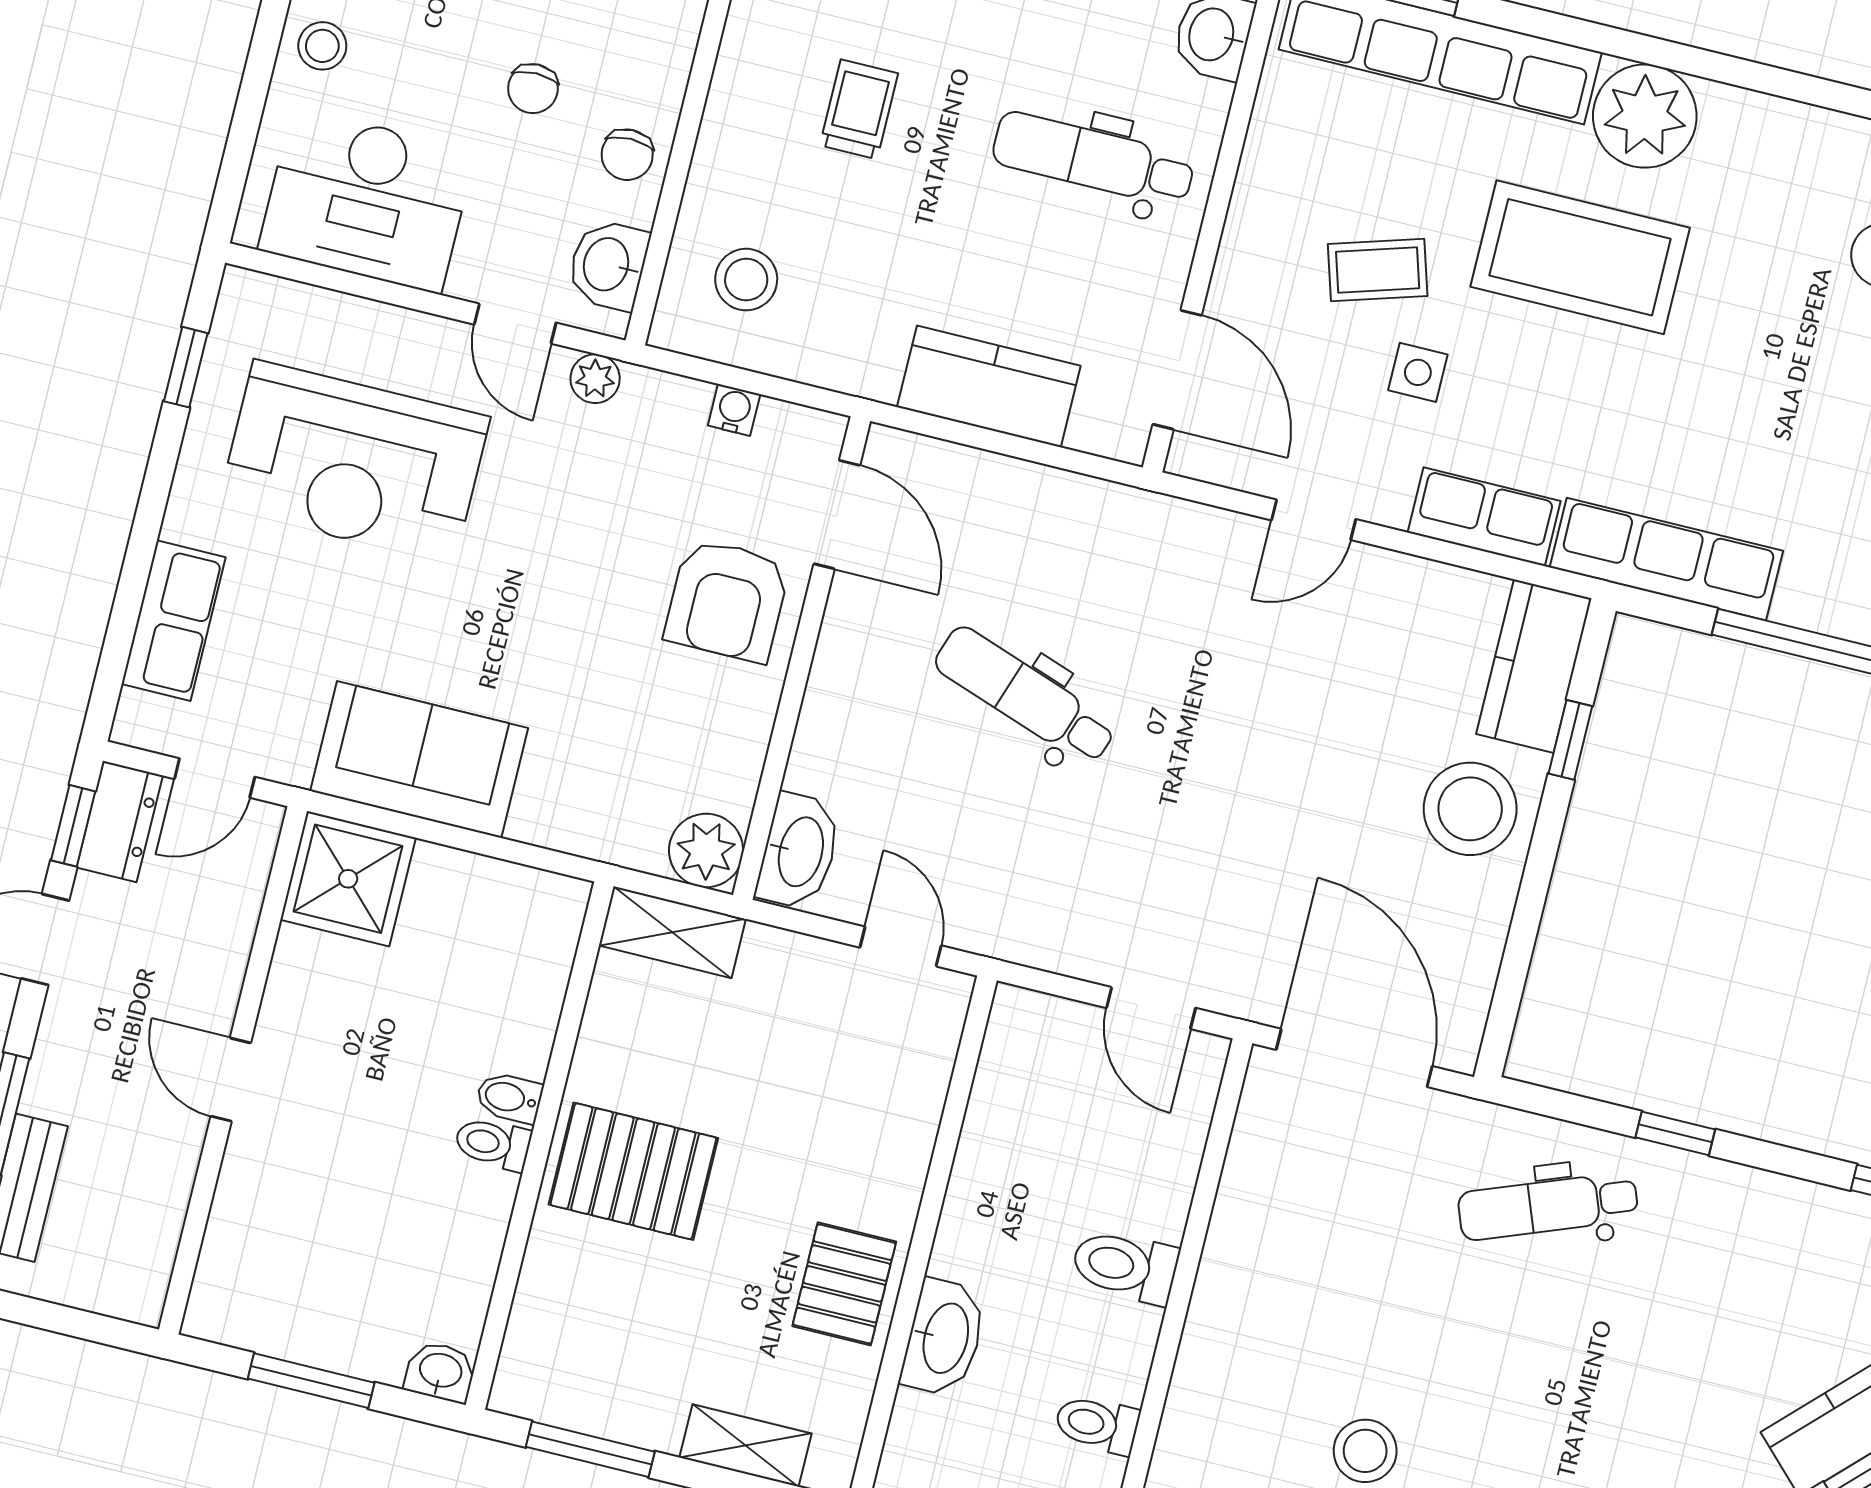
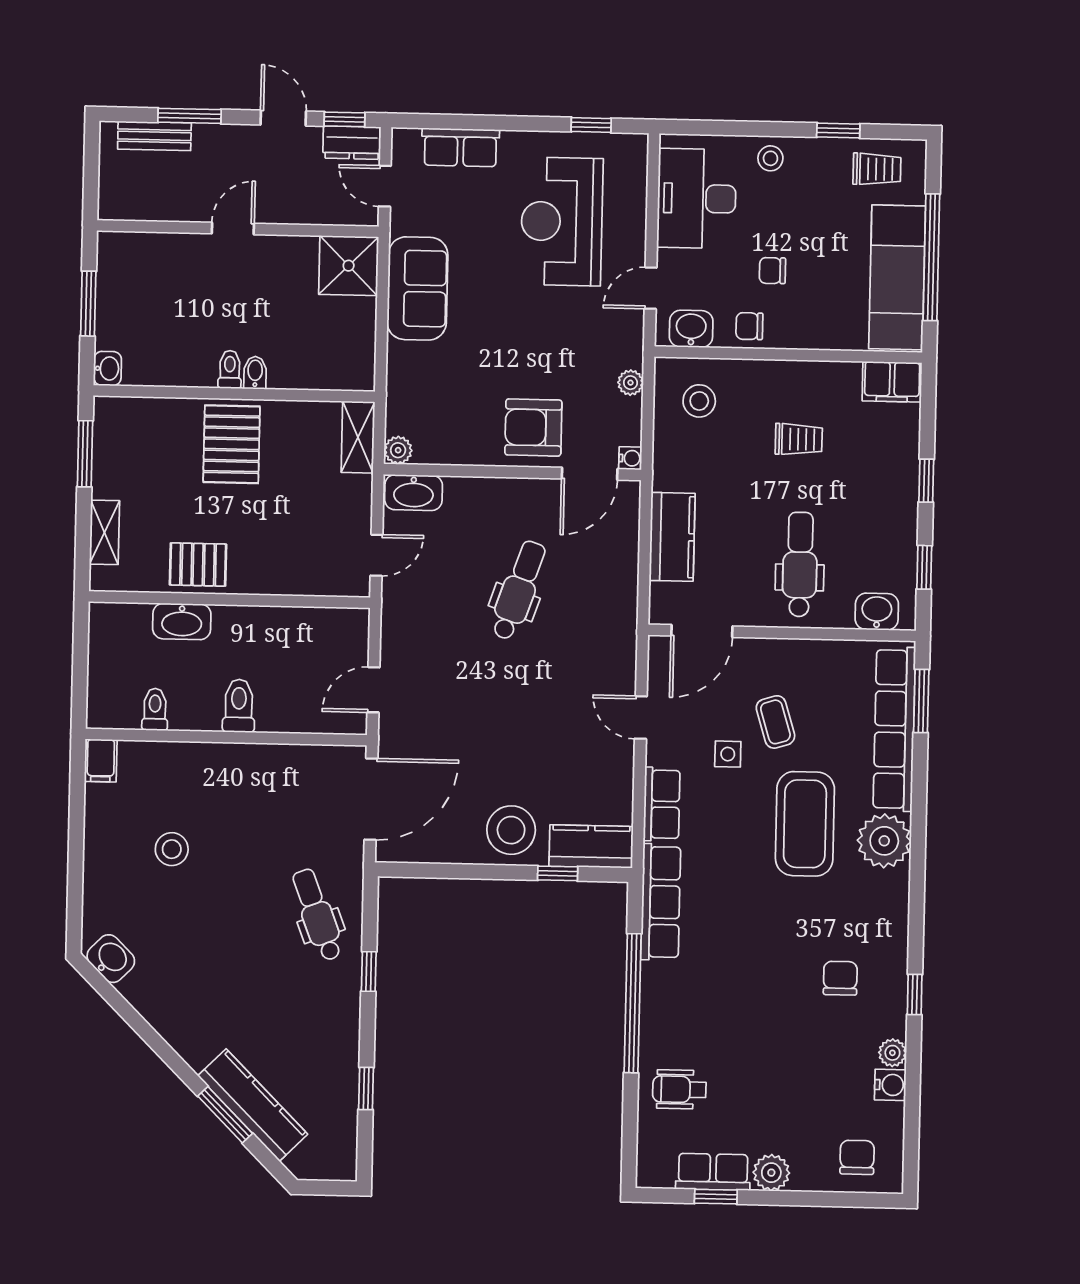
plant: (595, 379) -> (630, 383), moved
water cooler: (734, 410) -> (630, 458), moved
plant: (706, 851) -> (398, 450), width x0.73, depth x0.73

